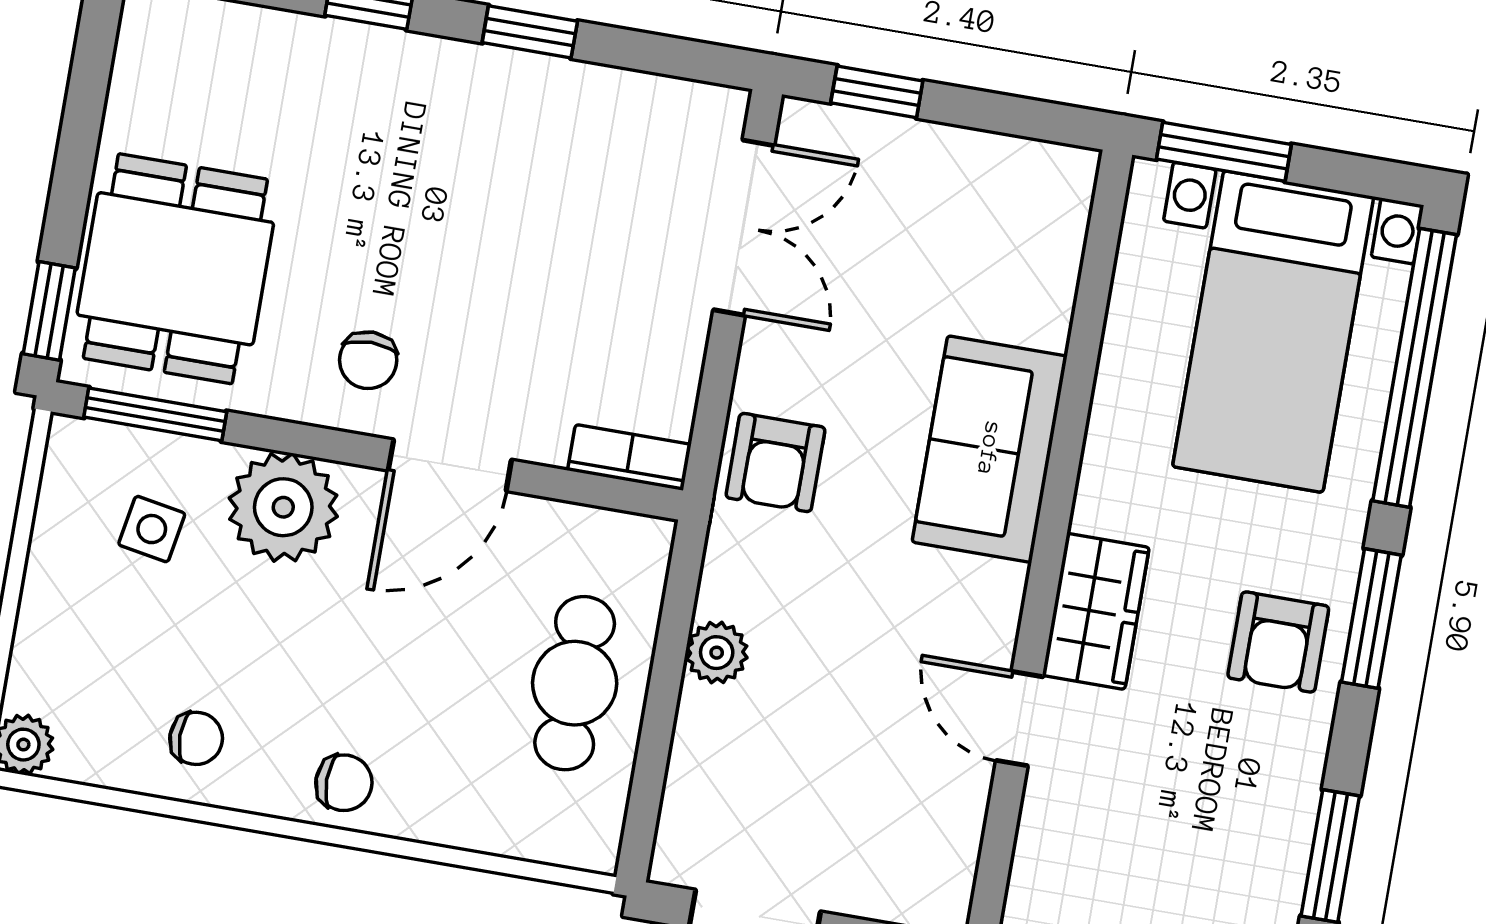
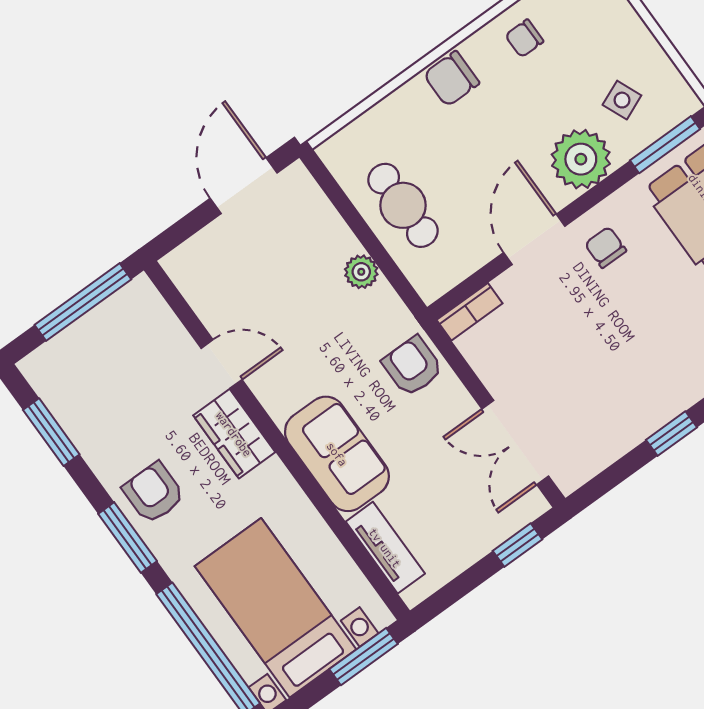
tv unit: (1051, 264) -> (385, 548), added
side table: (152, 529) -> (622, 100), turned -33
chair: (344, 783) -> (452, 79), width x1.37, depth x1.37

